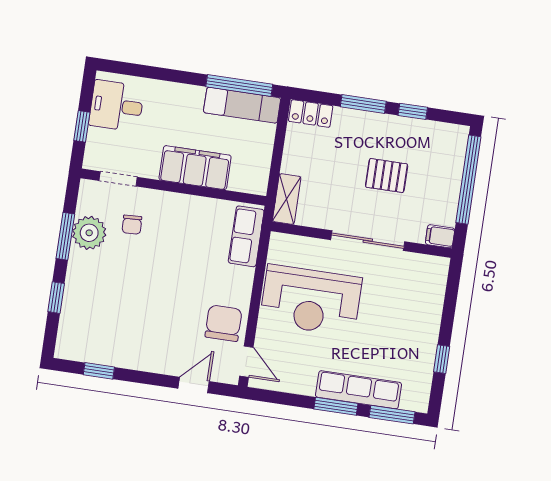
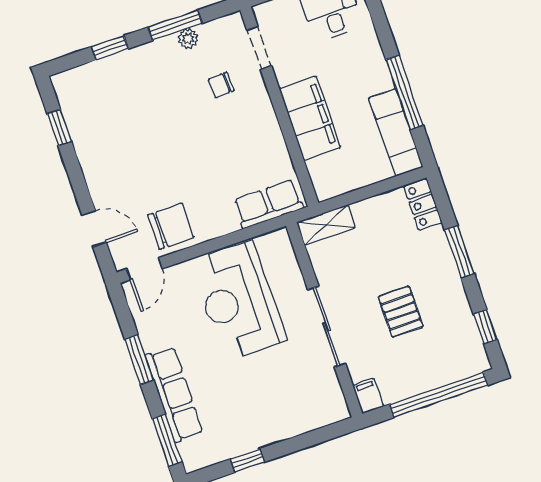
window: (239, 85) -> (405, 92), moved
window: (413, 111) -> (485, 327), moved
plant: (89, 233) -> (188, 39), width x0.53, depth x0.53
window: (336, 406) -> (139, 360), moved

